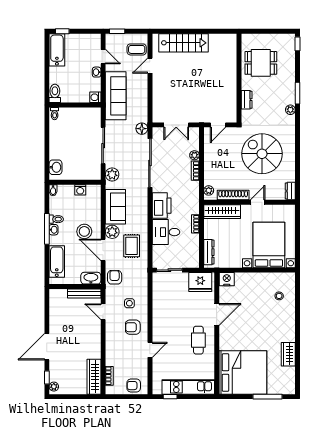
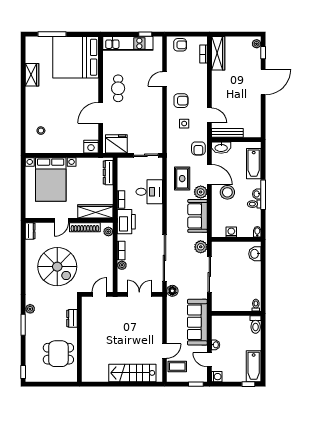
washing machine: (95, 97) -> (217, 377), moved
printer: (162, 206) -> (126, 222), moved, turned 180

